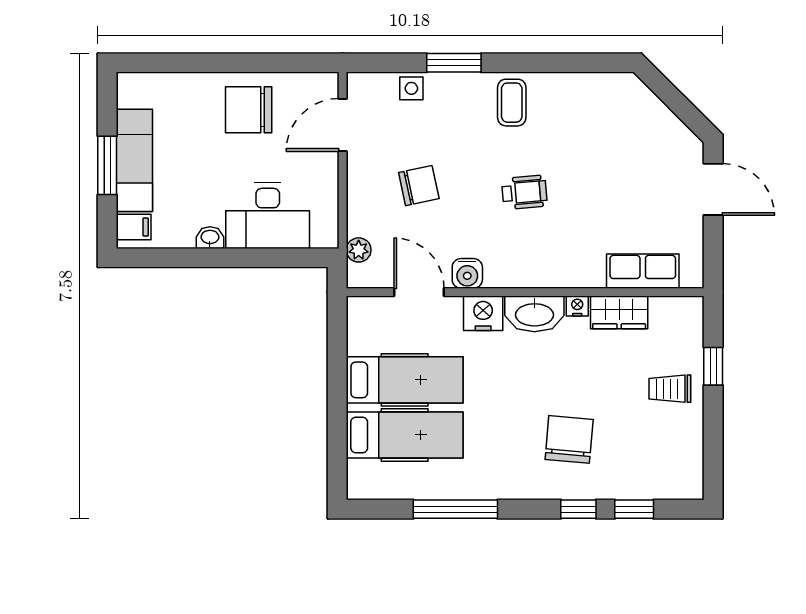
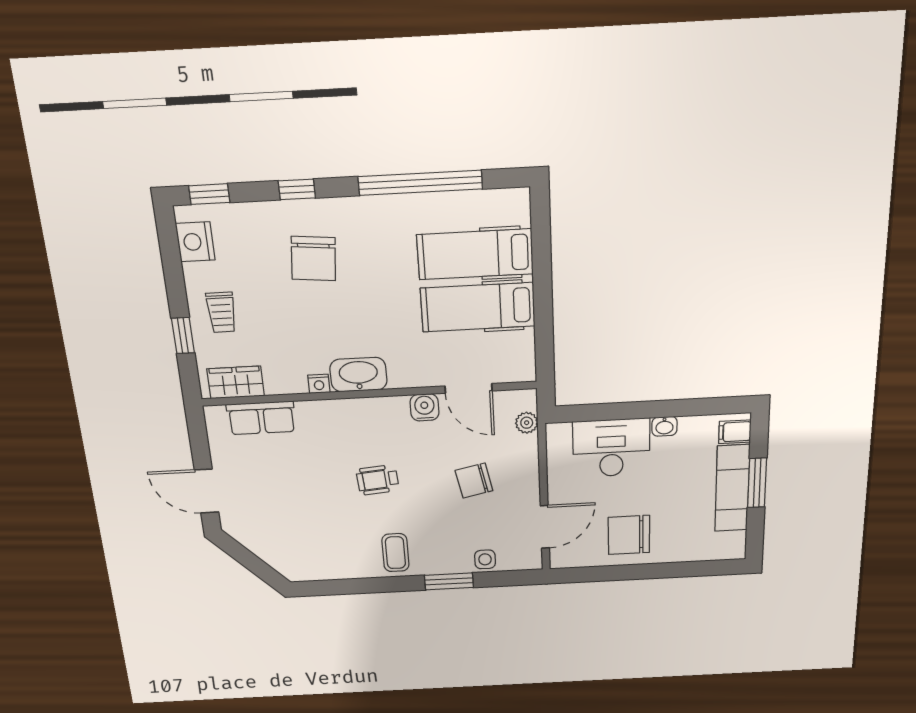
chair: (249, 110) -> (629, 535), turned 180
wardrobe: (619, 312) -> (236, 382), moved
nightstand: (483, 313) -> (195, 242), moved, turned 90
trolley: (670, 389) -> (221, 312), turned 90
window: (455, 509) -> (420, 183), width x1.46
window: (634, 509) -> (209, 194), moved

